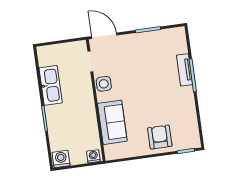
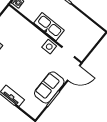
kitchen sink: (51, 85) -> (49, 27), moved, turned 180
sofa: (112, 122) -> (49, 87), moved, turned 90

